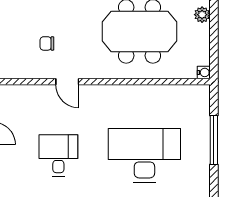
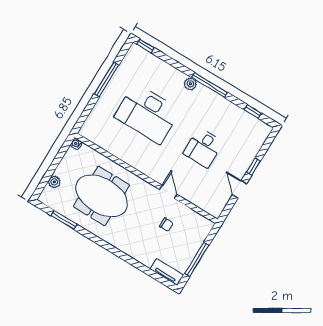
window: (214, 140) -> (106, 79), moved

